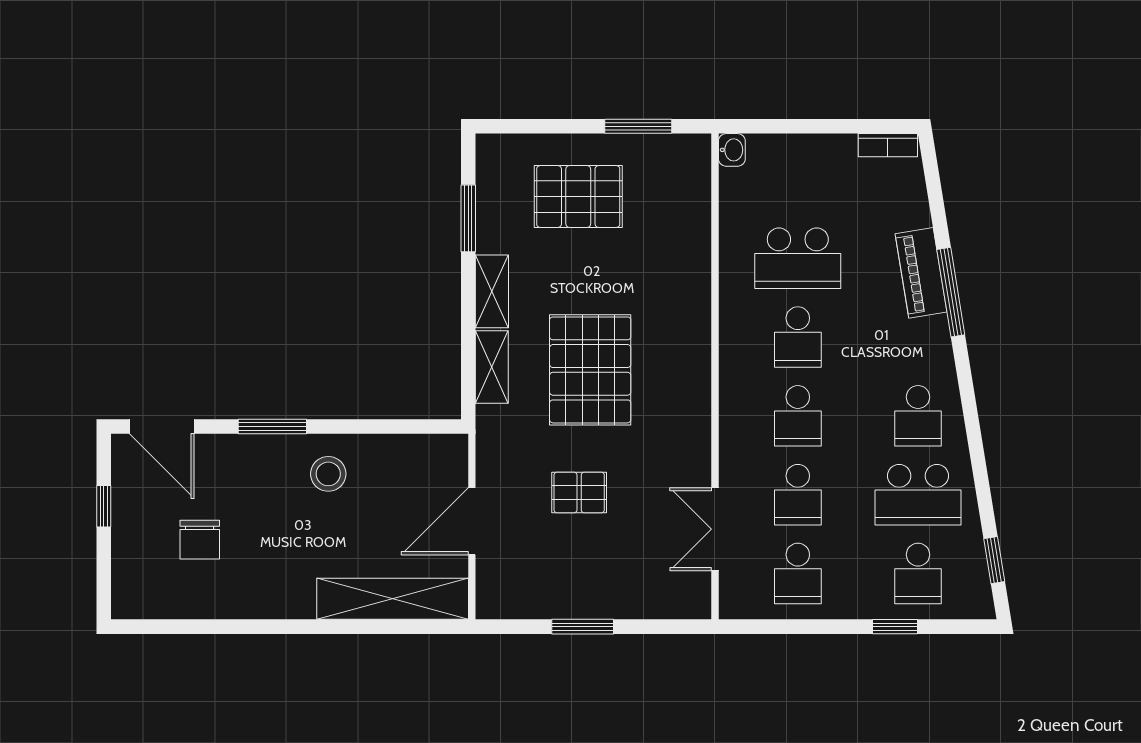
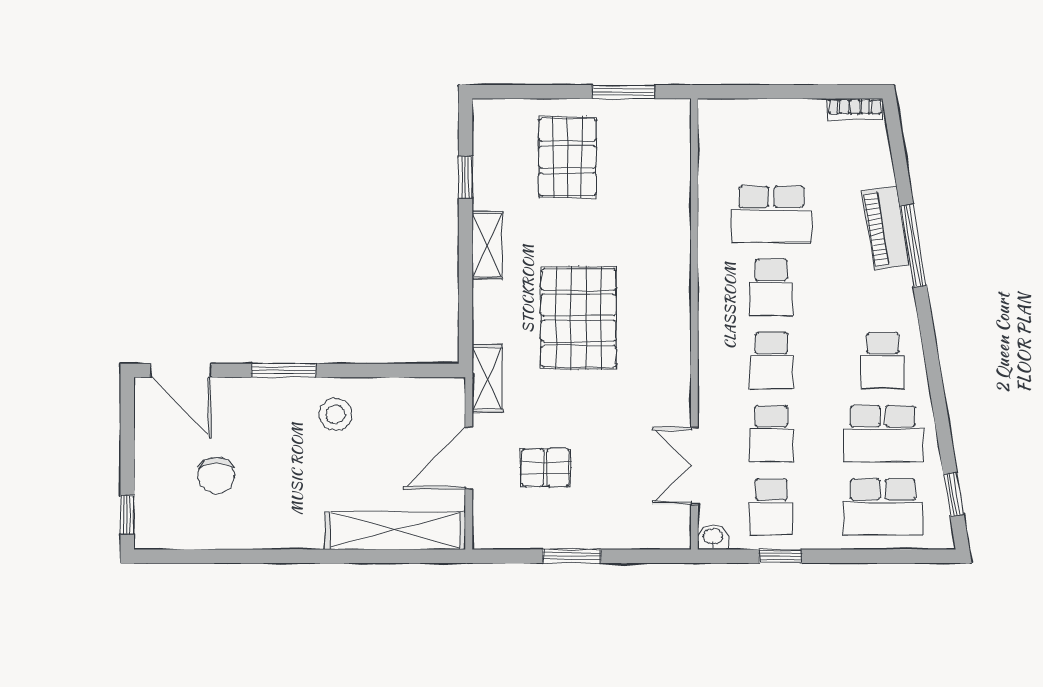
washbasin: (732, 150) -> (713, 537), moved, turned -90
pallet: (578, 196) -> (568, 157), turned 90
window: (468, 218) -> (465, 177), width x0.67
shelving: (492, 367) -> (487, 378), moved
pallet: (579, 493) -> (545, 468), moved
window: (104, 506) -> (127, 515), moved
school desk: (918, 573) -> (883, 507), width x1.85
window: (895, 627) -> (780, 556), moved

